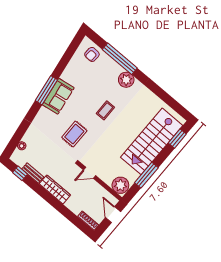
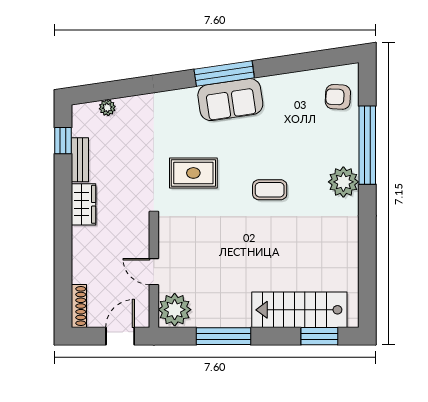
stairs: (152, 141) -> (299, 310), width x0.73, depth x0.66
door: (90, 173) -> (154, 272), moved
wardrobe: (55, 189) -> (84, 204), width x0.67

